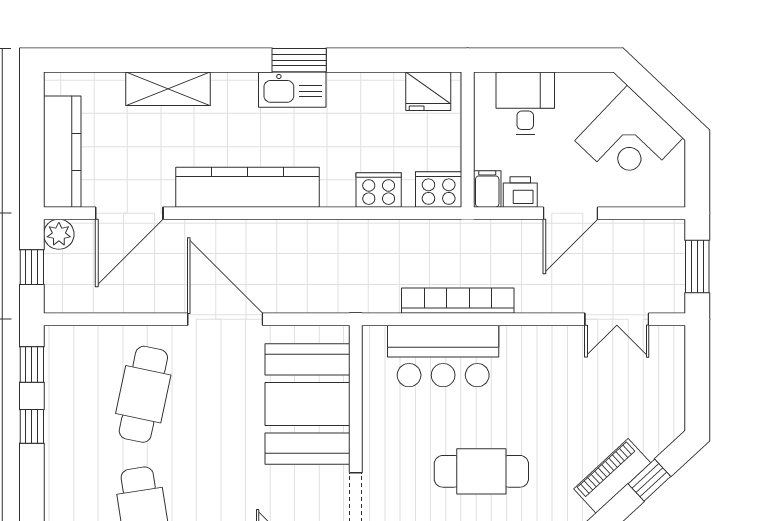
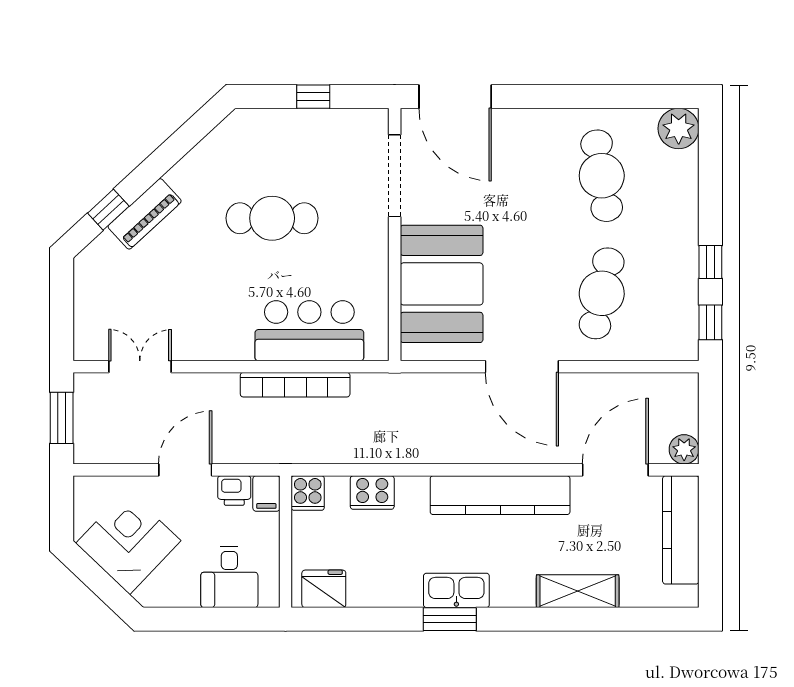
cooker: (439, 189) -> (308, 493), width x0.73
window: (32, 267) -> (710, 417), removed

